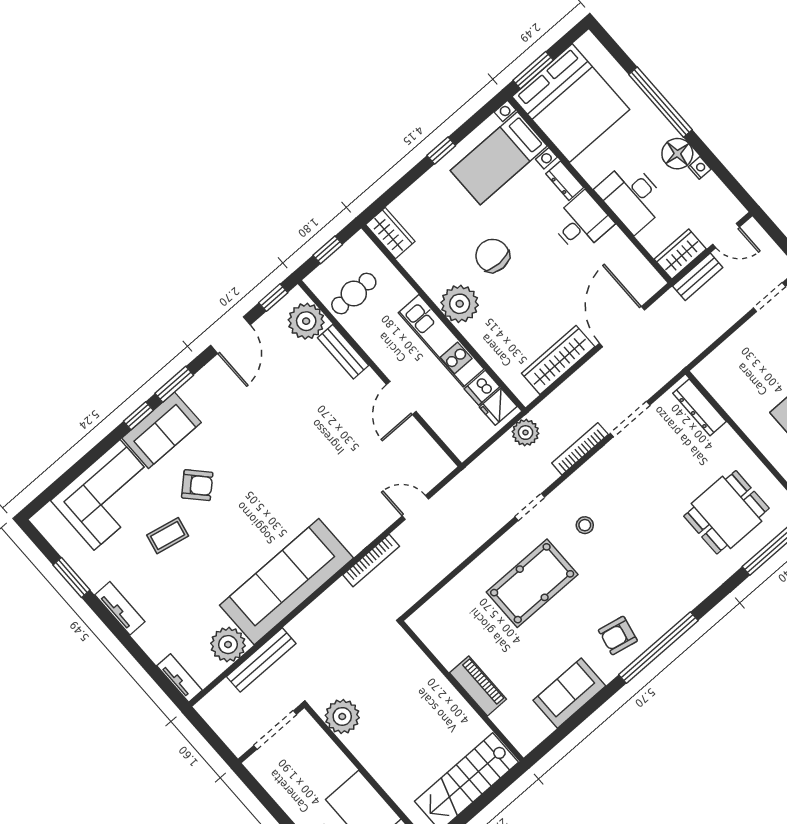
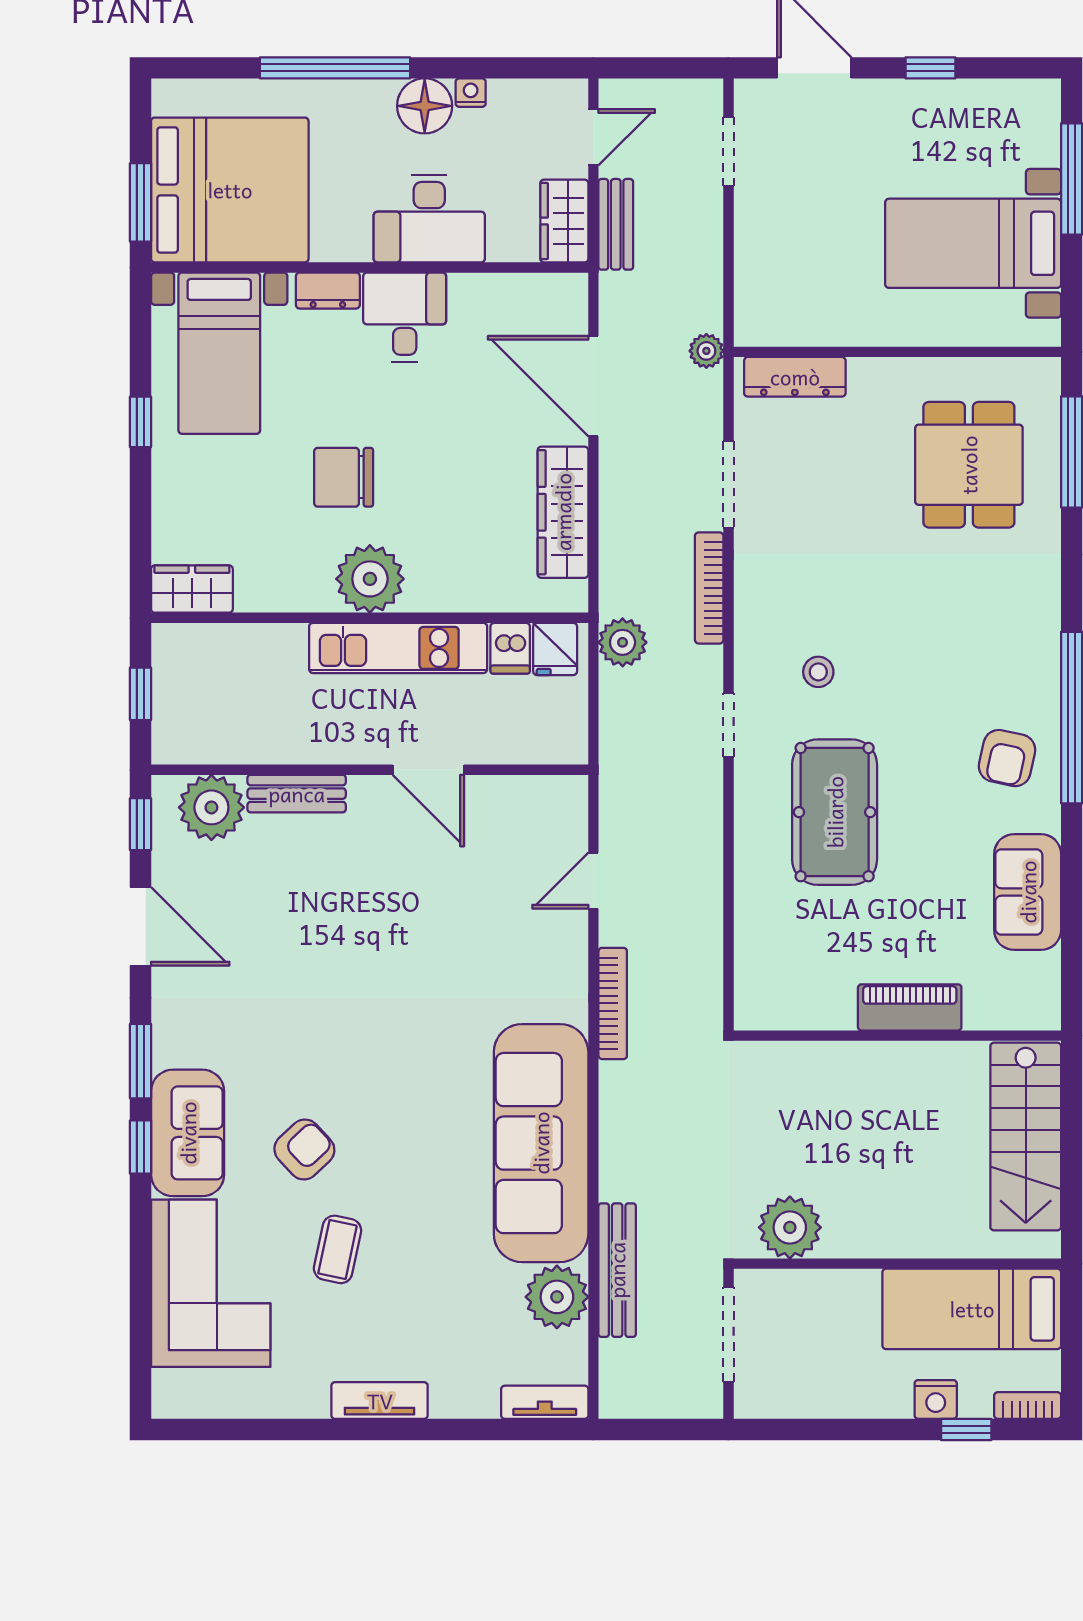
cafe table: (354, 294) -> (231, 710), removed
plant: (678, 361) -> (706, 351), added
window: (72, 578) -> (280, 1429), removed

